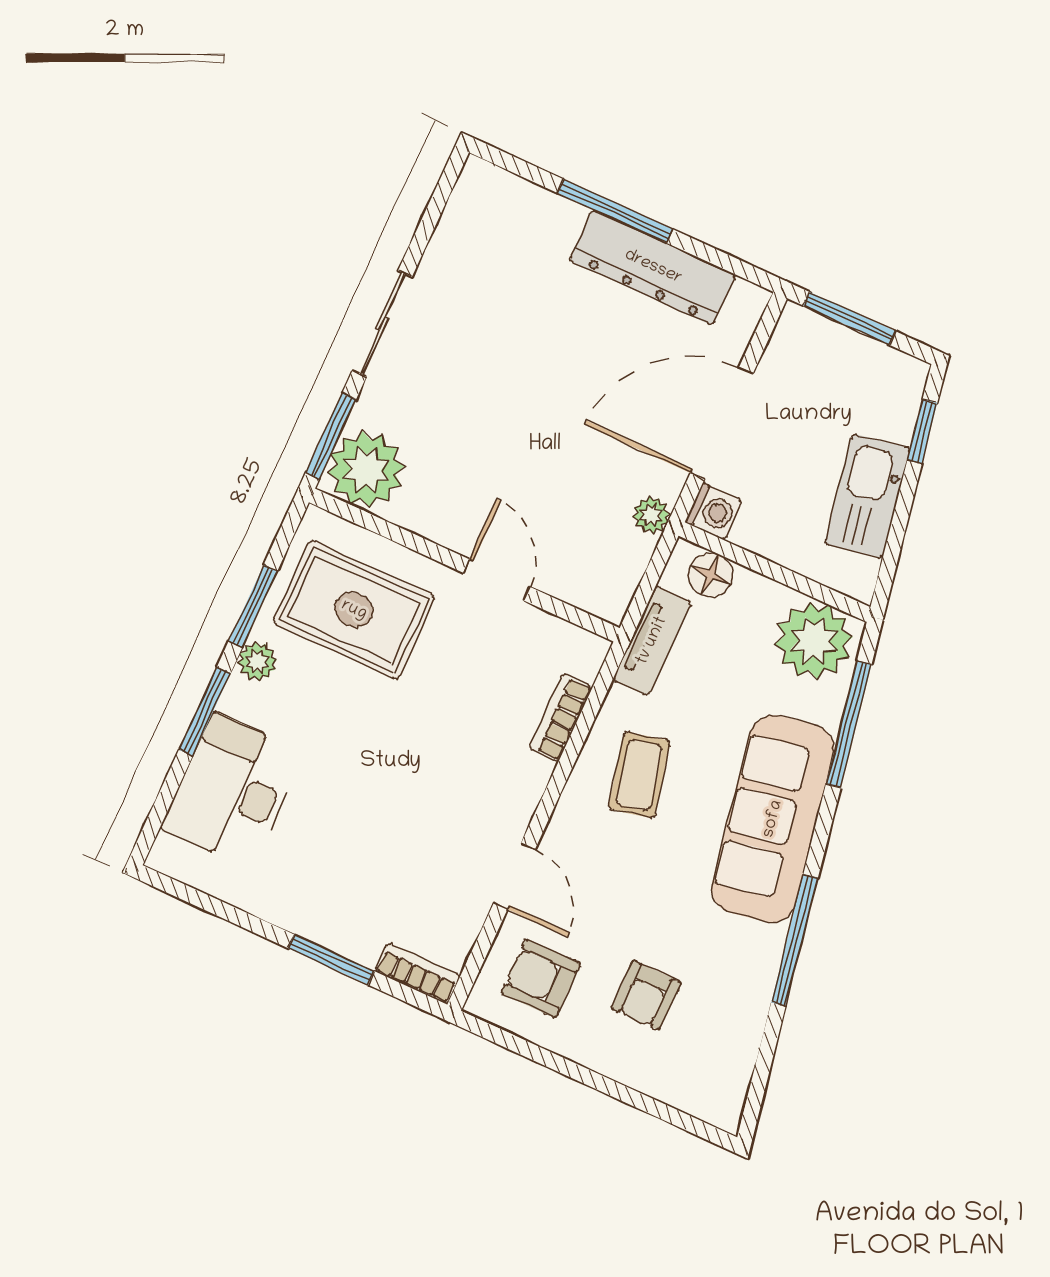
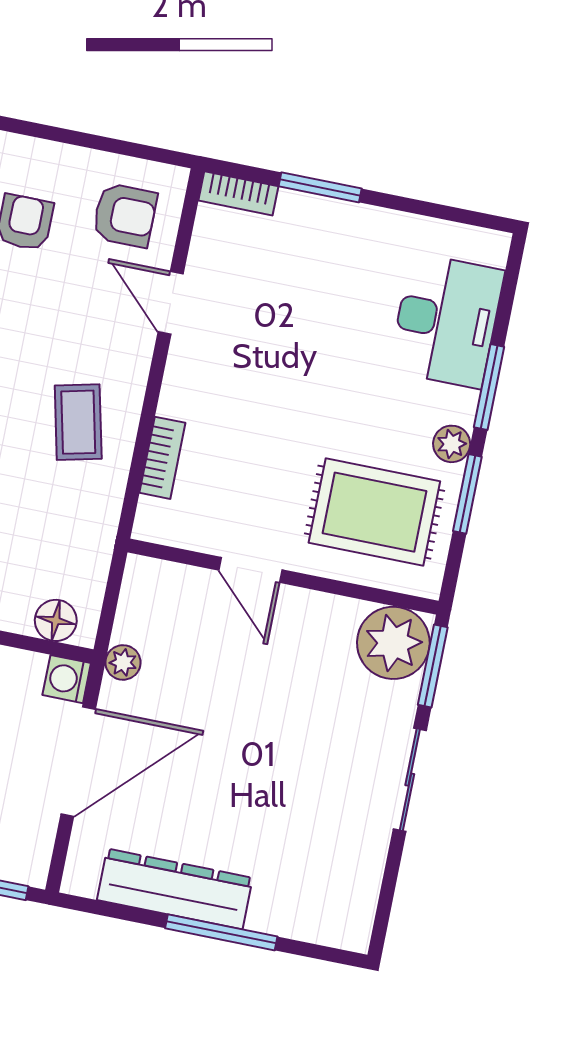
tv unit: (652, 641) -> (95, 548), removed

